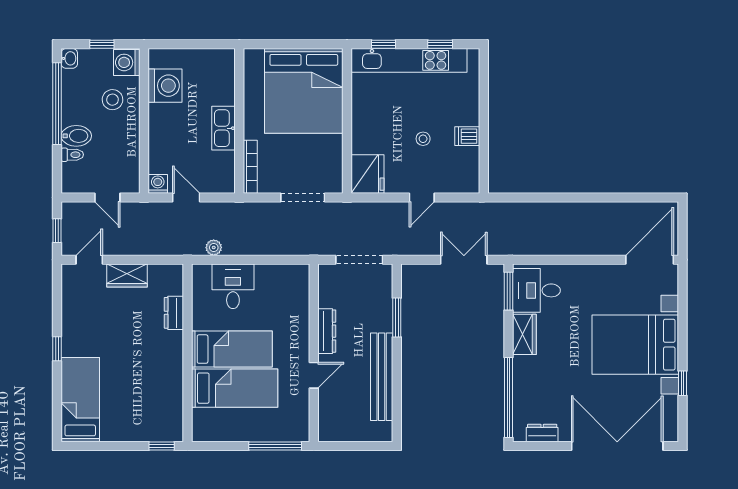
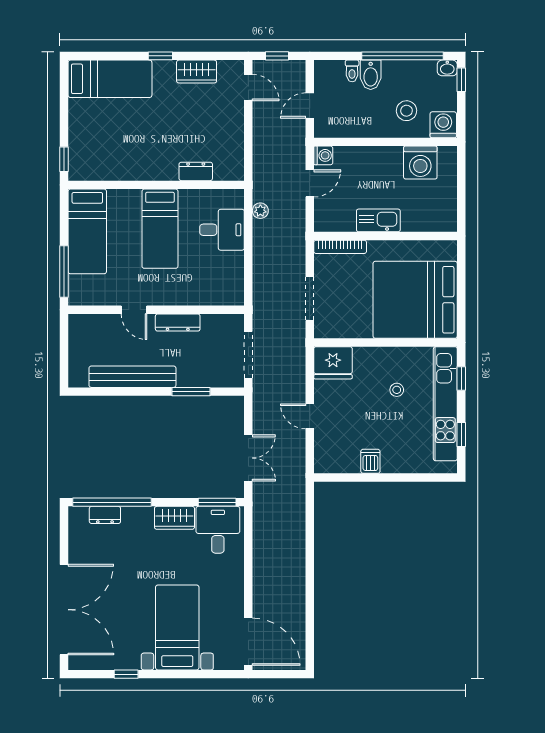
window: (102, 44) -> (461, 80), moved
stool: (423, 139) -> (397, 390), moved
wardrobe: (127, 275) -> (197, 72), moved, turned -90
bed with nightstands: (635, 345) -> (177, 627), width x0.73
bed: (235, 388) -> (87, 231), moved
dresser: (542, 433) -> (105, 515), moved, turned 90

